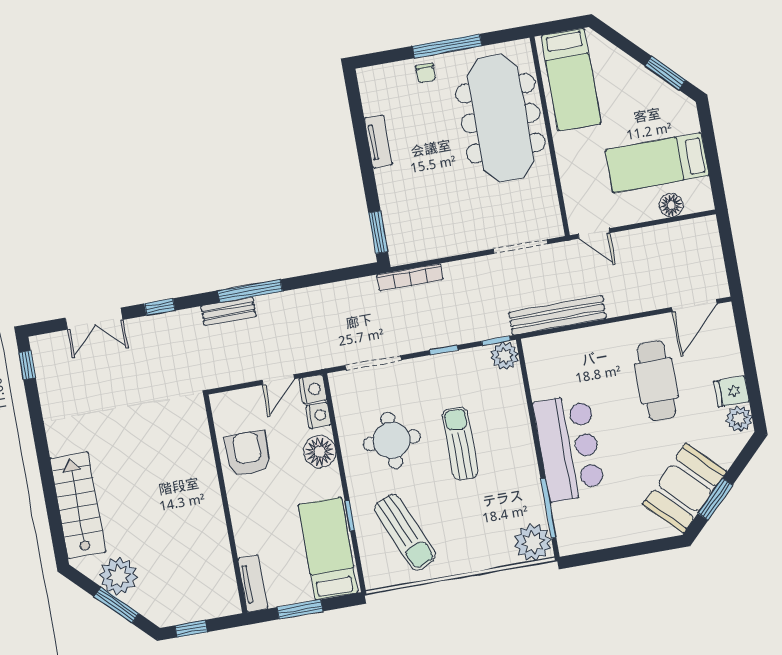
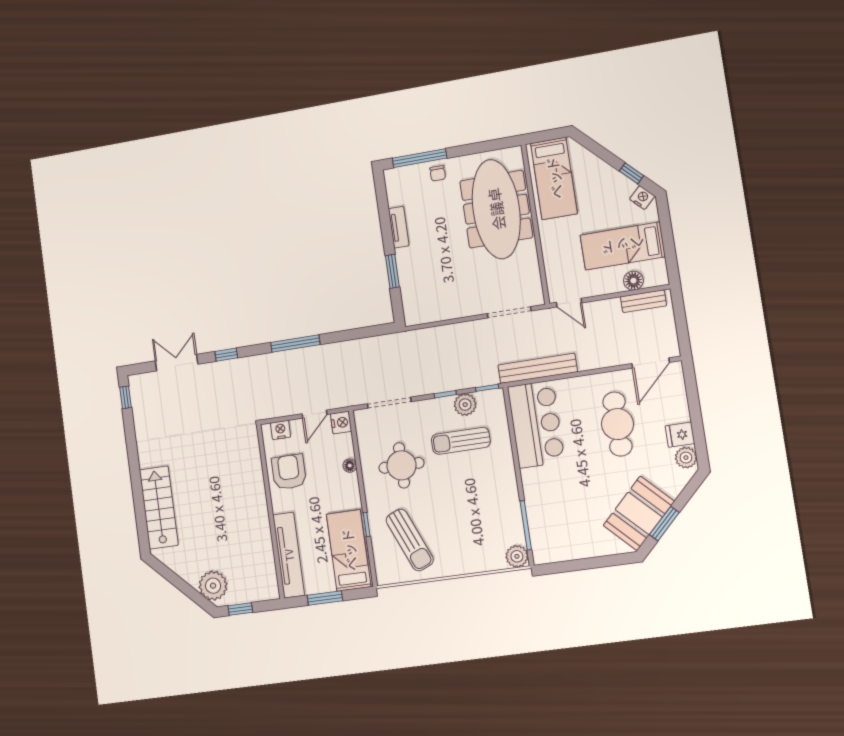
window: (447, 46) -> (420, 158), moved
window: (666, 73) -> (631, 173), width x0.67
nightstand: (679, 103) -> (642, 198), added
window: (378, 232) -> (392, 271), moved
bookcase: (410, 277) -> (420, 335), removed
bench: (229, 311) -> (643, 301), moved
double door: (94, 319) -> (177, 363), swing flipped
plant: (505, 356) -> (465, 405), moved
nightstand: (318, 415) -> (281, 430), moved, turned -90
sun lounger: (460, 444) -> (461, 441), moved, turned -90
bar counter: (569, 448) -> (536, 424), moved
floor lamp: (320, 452) -> (350, 466), width x0.53, depth x0.53
plant: (533, 542) -> (517, 556), width x0.73, depth x0.73
plant: (118, 576) -> (213, 586), moved
tv unit: (253, 583) -> (289, 555), width x1.92, depth x1.29
window: (116, 605) -> (184, 587), removed

